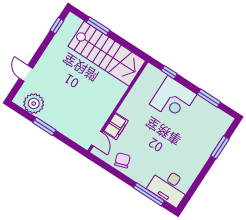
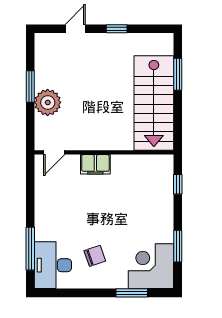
window: (57, 26) -> (117, 29), moved
corner desk: (173, 99) -> (151, 266), moved, turned 90
plant: (34, 103) -> (48, 102), moved
filing cabinet: (116, 126) -> (95, 164), moved
chair: (122, 160) -> (95, 256), moved

